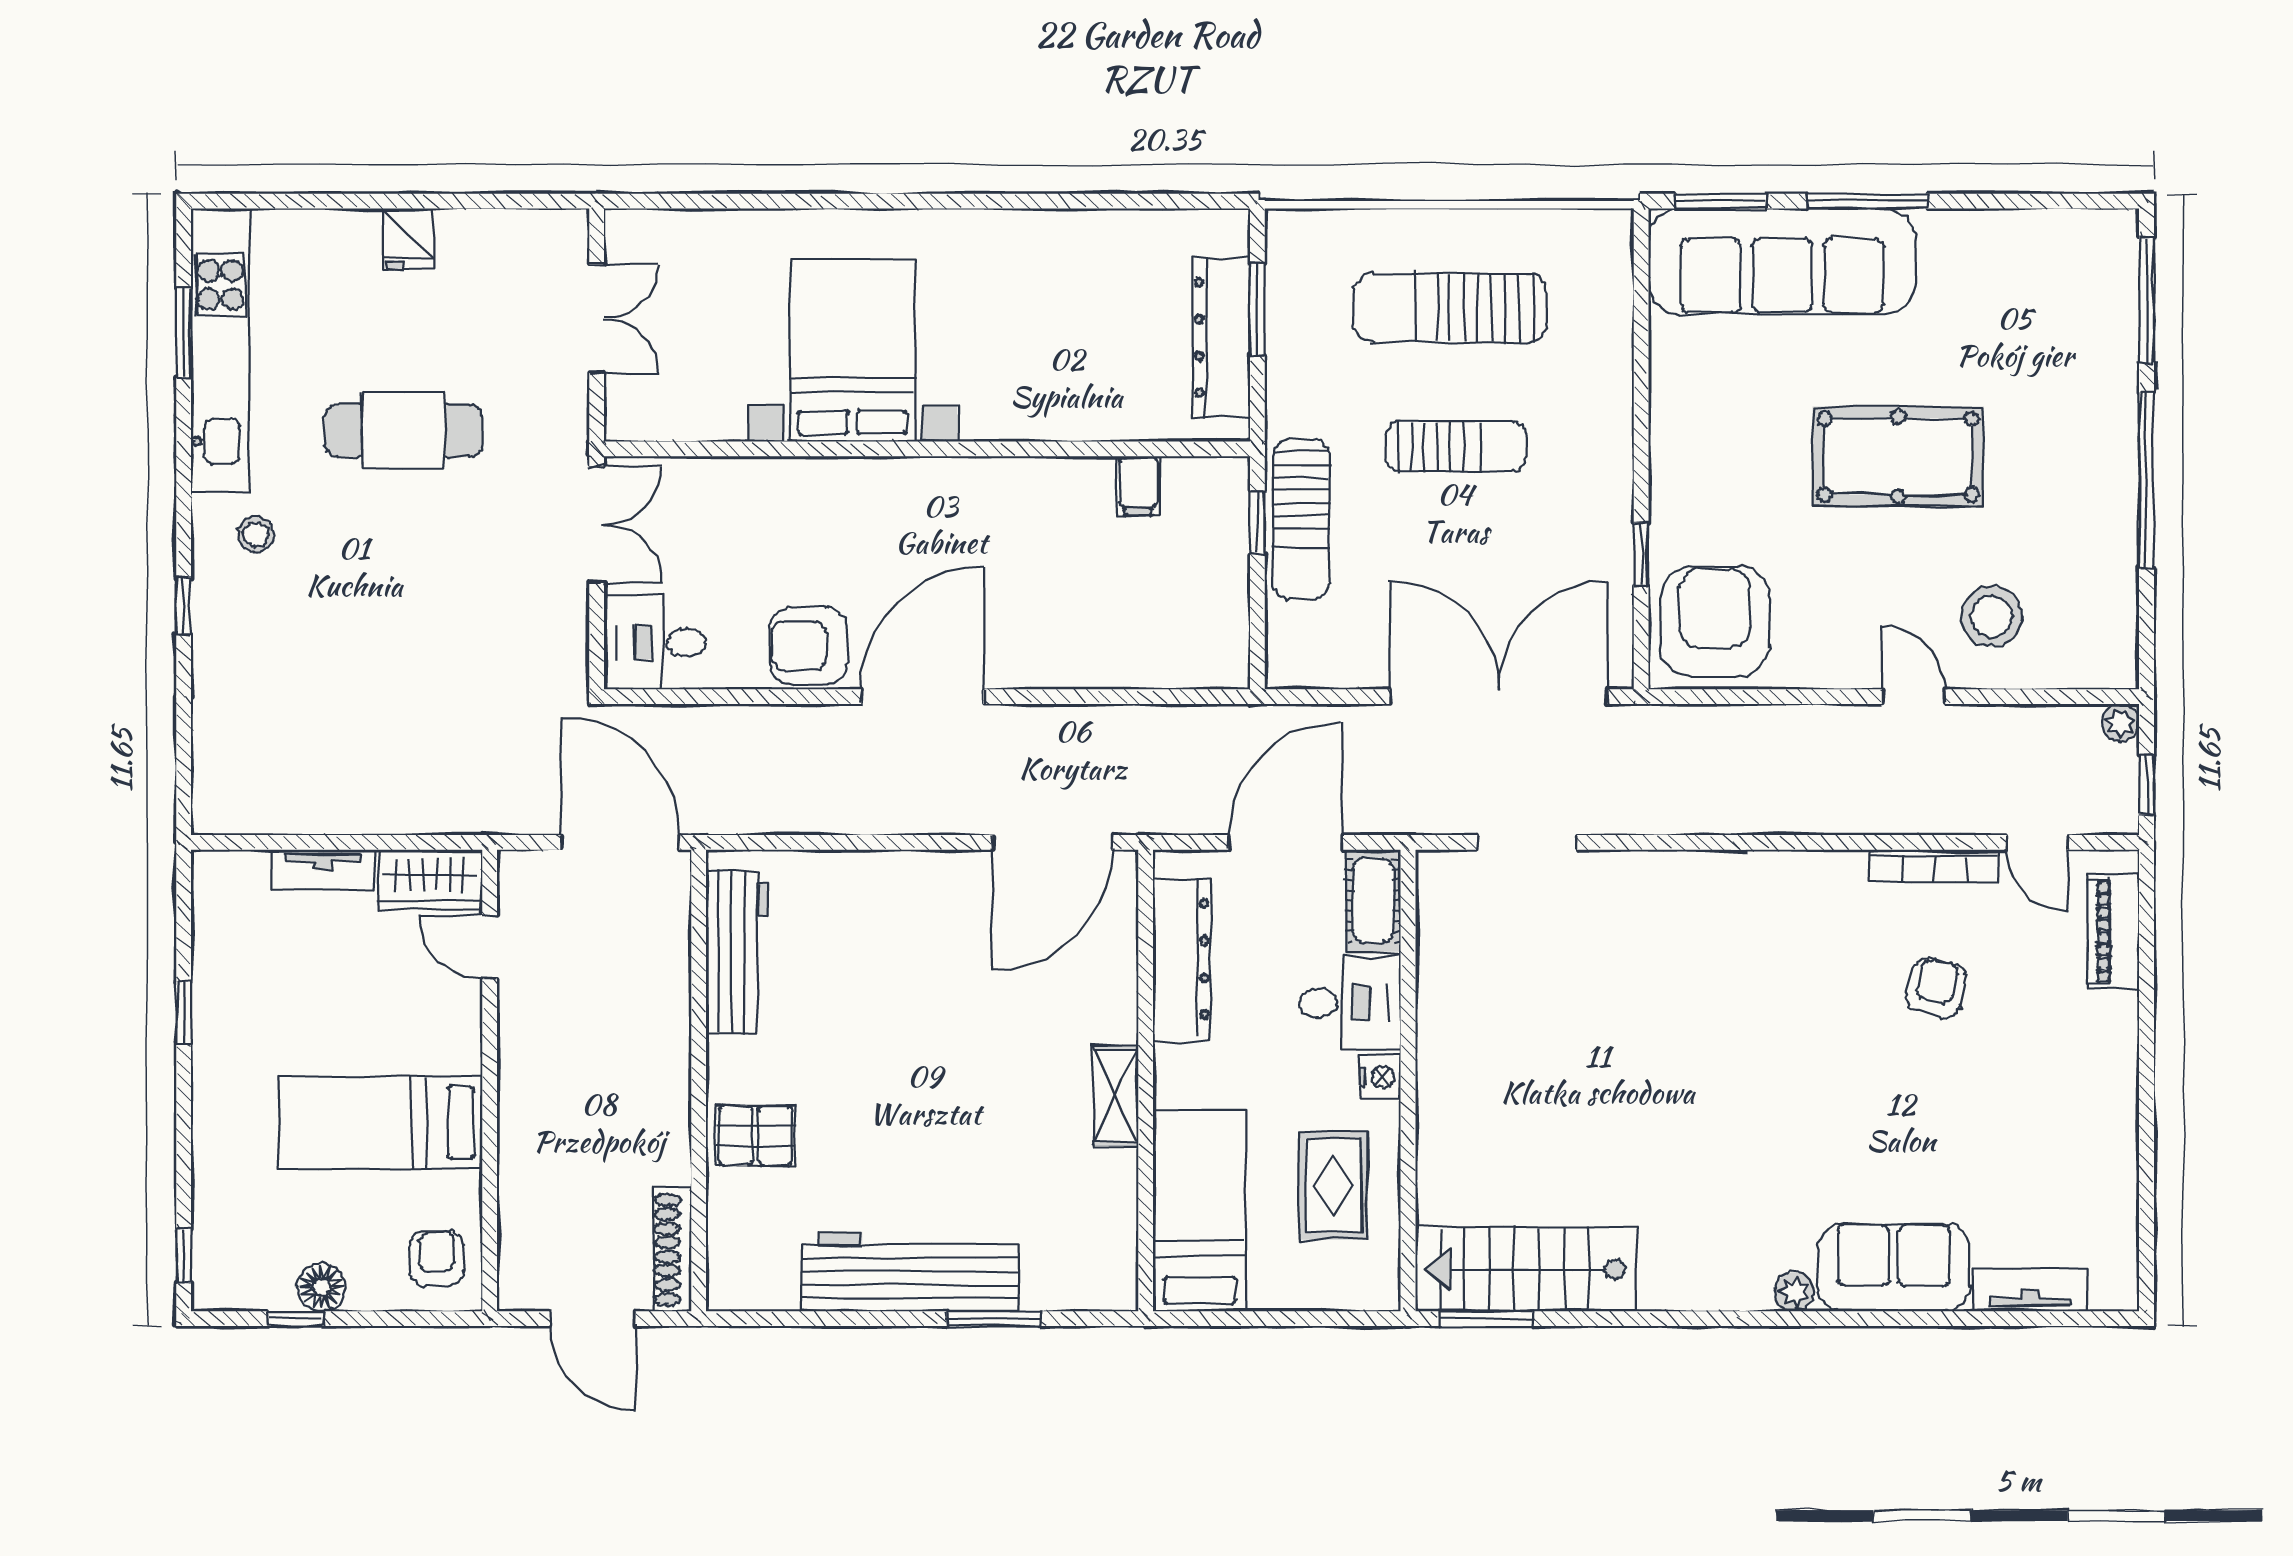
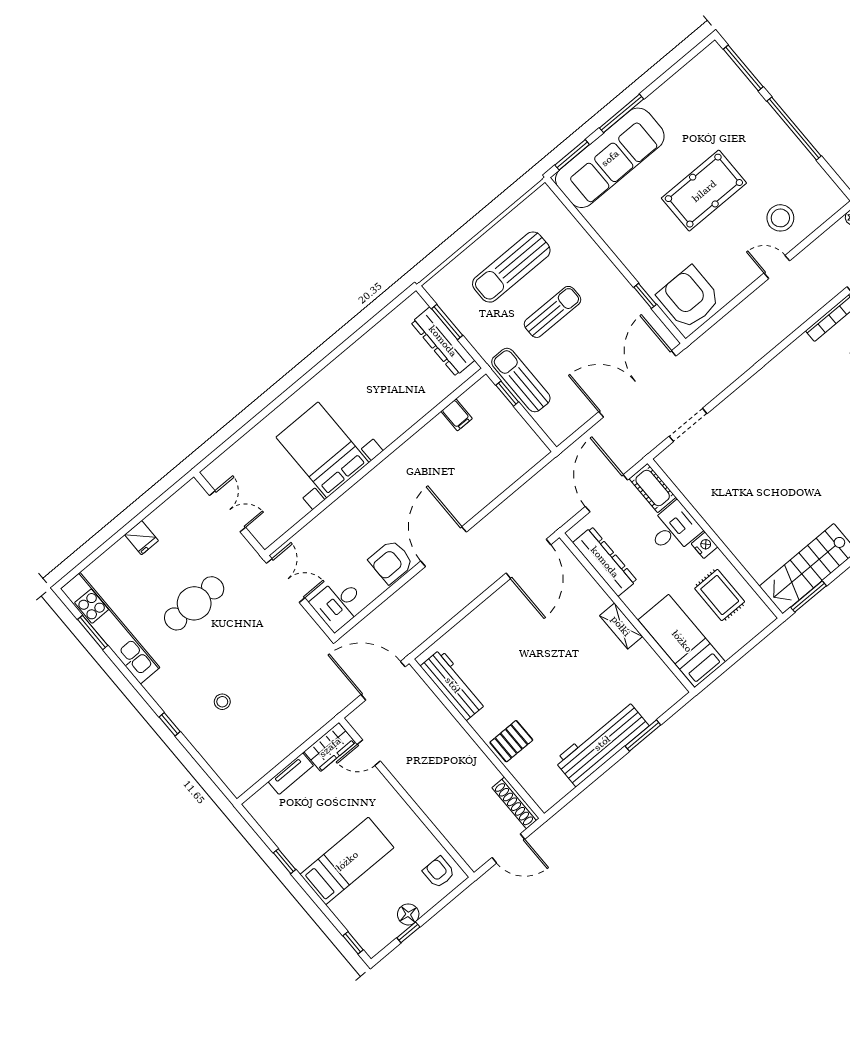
sun lounger: (1301, 519) -> (521, 380), turned 180
stool: (256, 534) -> (222, 702), moved
bed: (381, 1123) -> (347, 861), moved, turned 180

